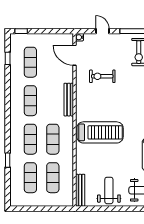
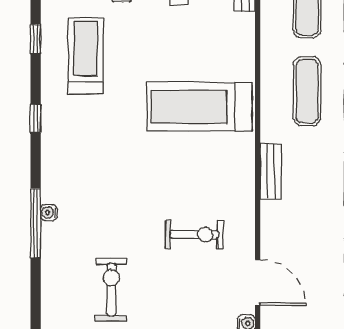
bench: (69, 100) -> (271, 171), width x0.73

